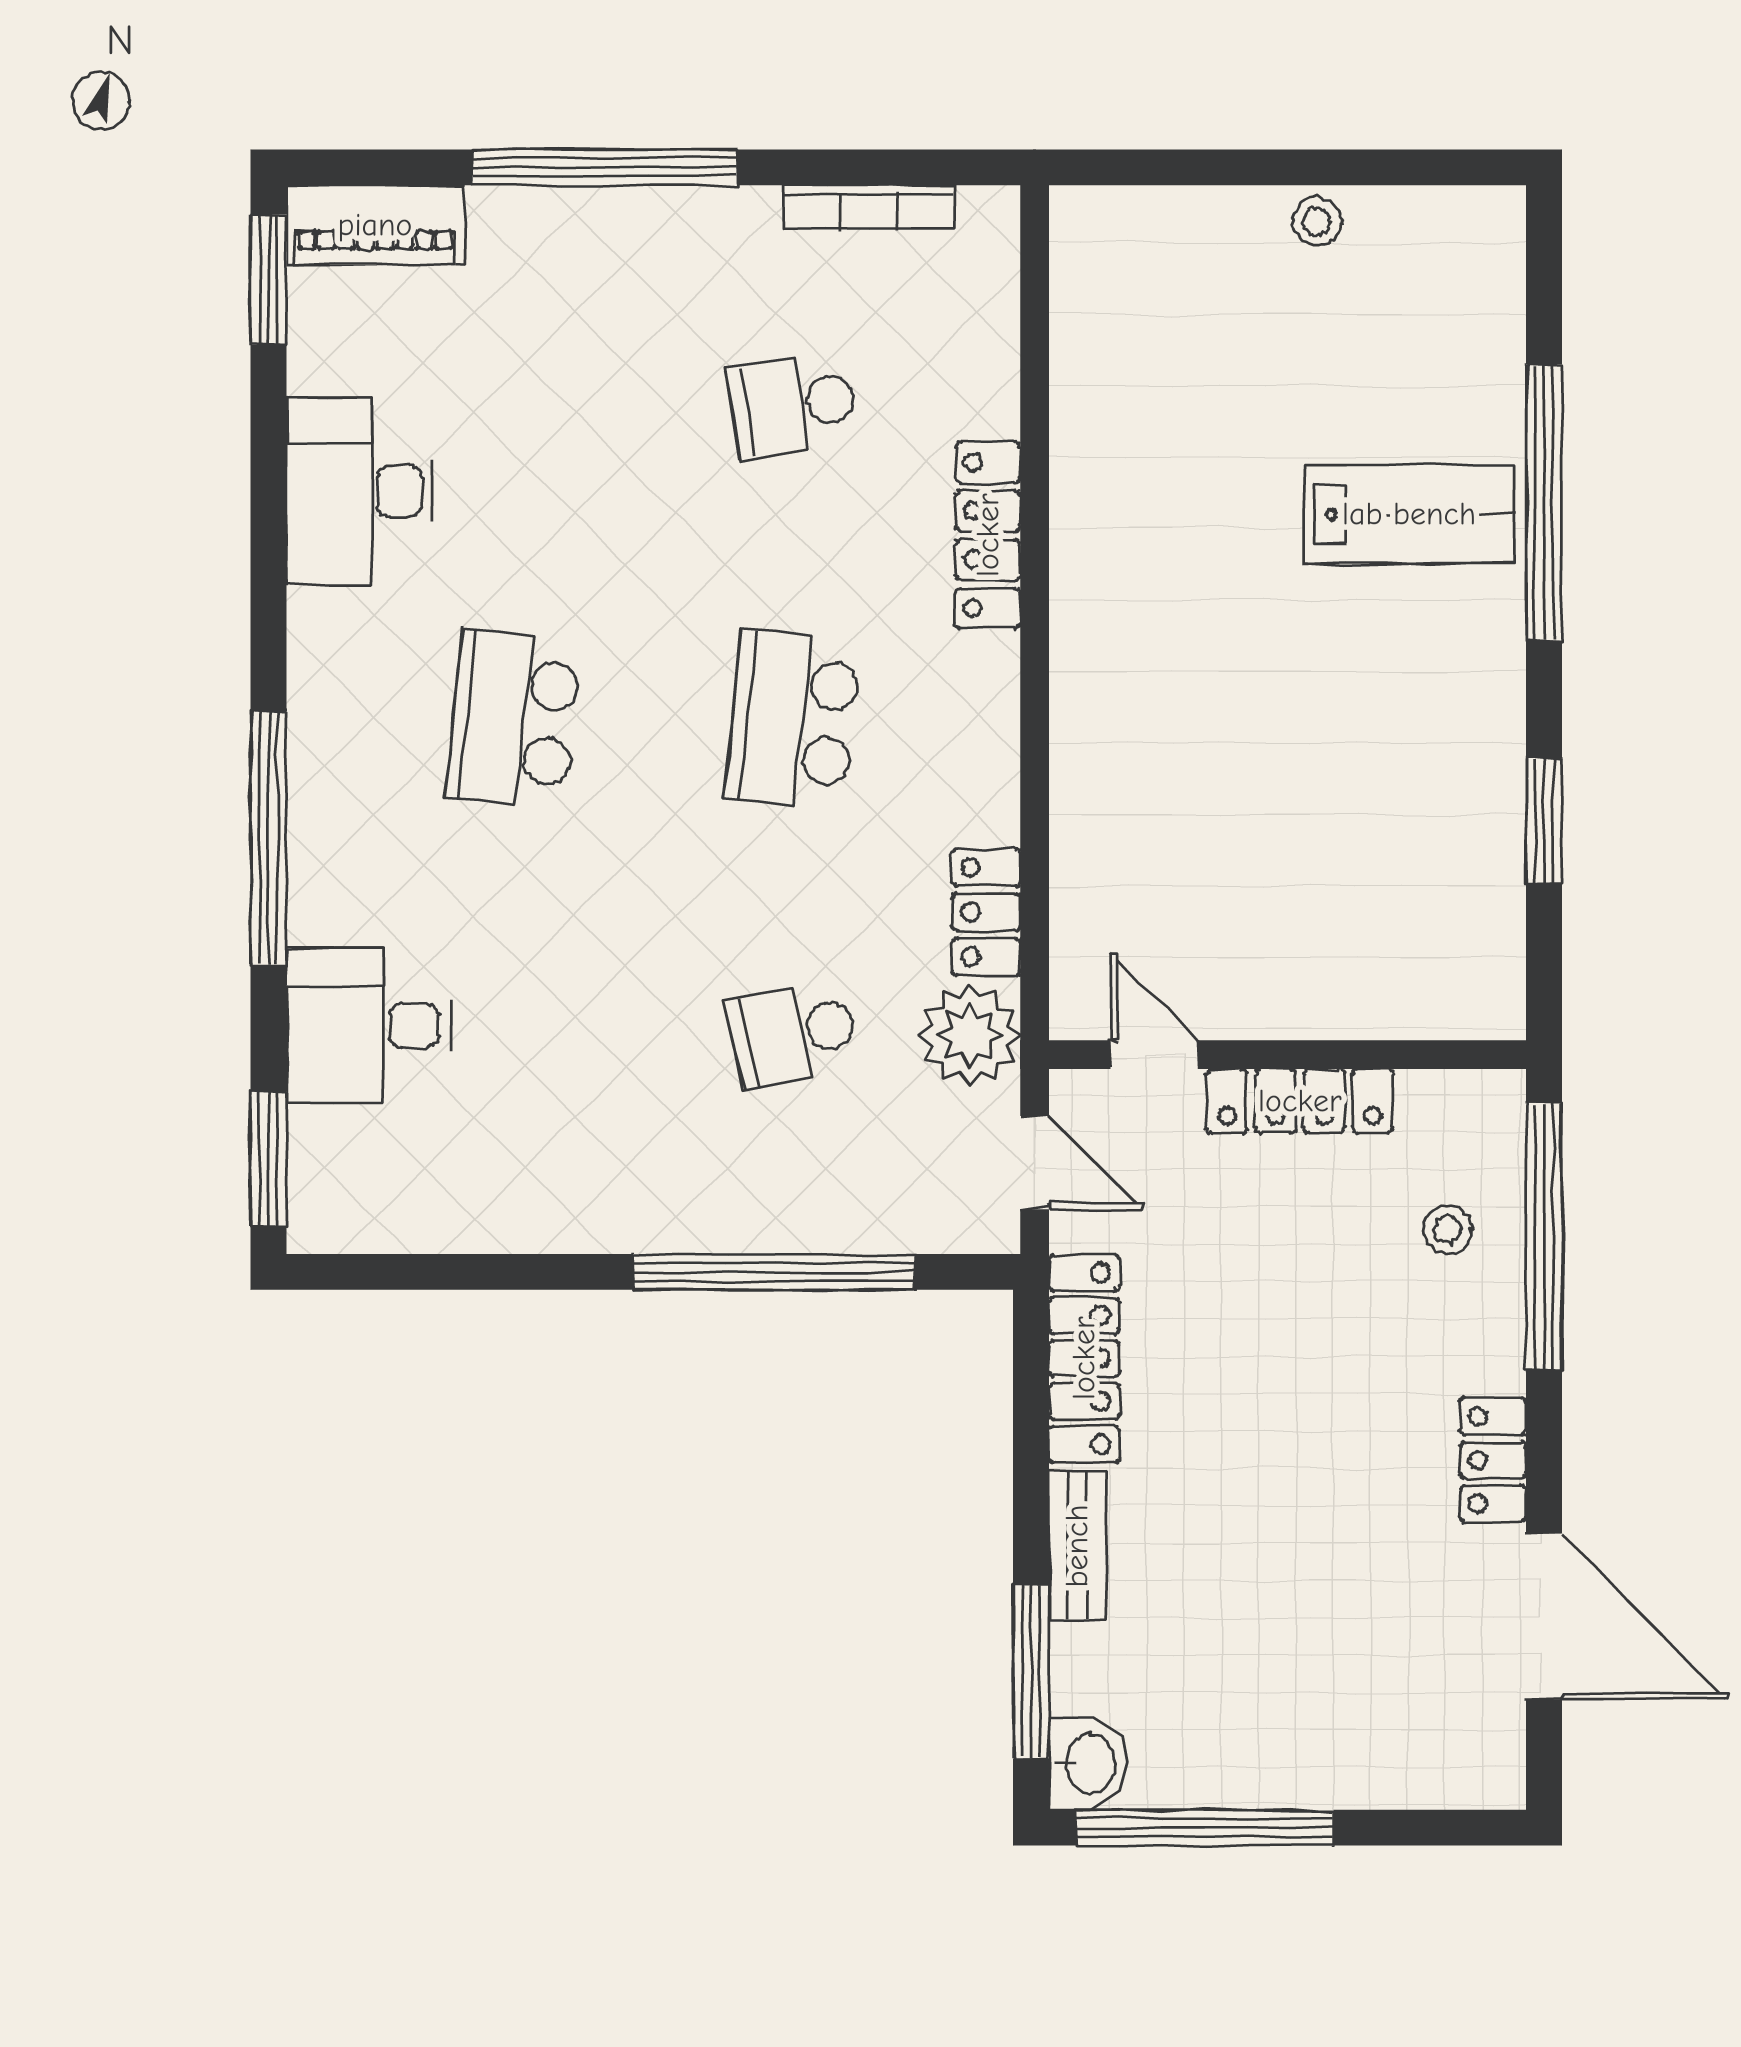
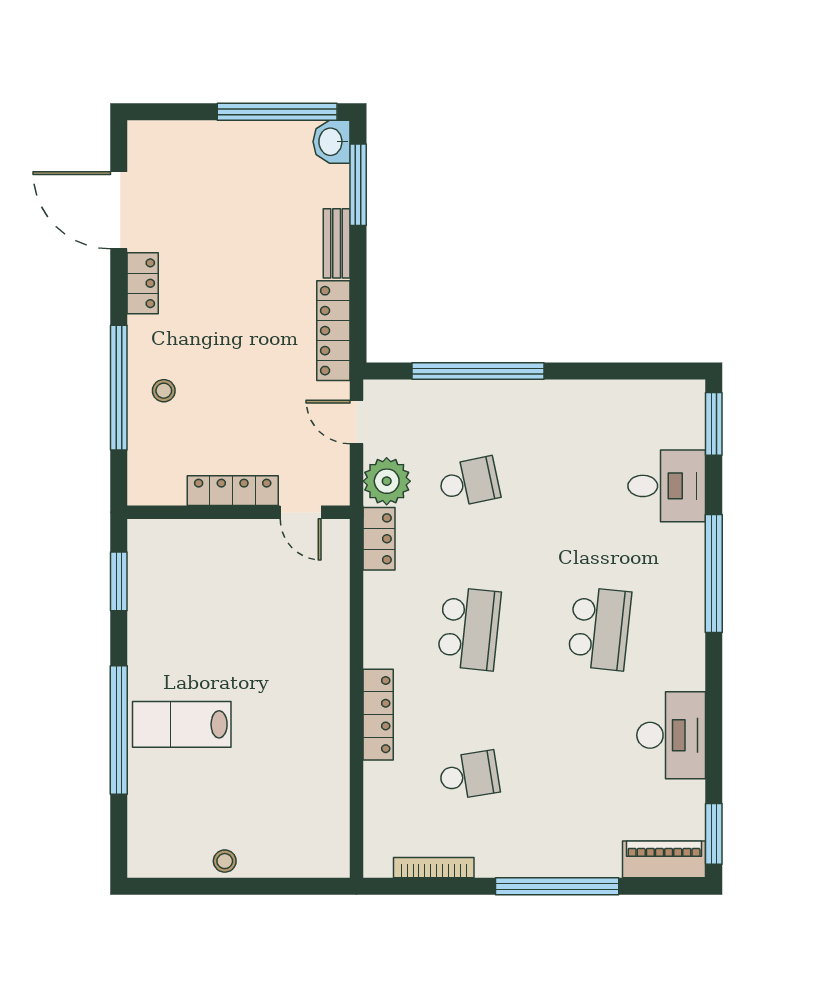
door: (1154, 1055) -> (301, 512), moved
wall: (1287, 1055) -> (238, 512), moved
locker: (1300, 1101) -> (233, 491), moved

